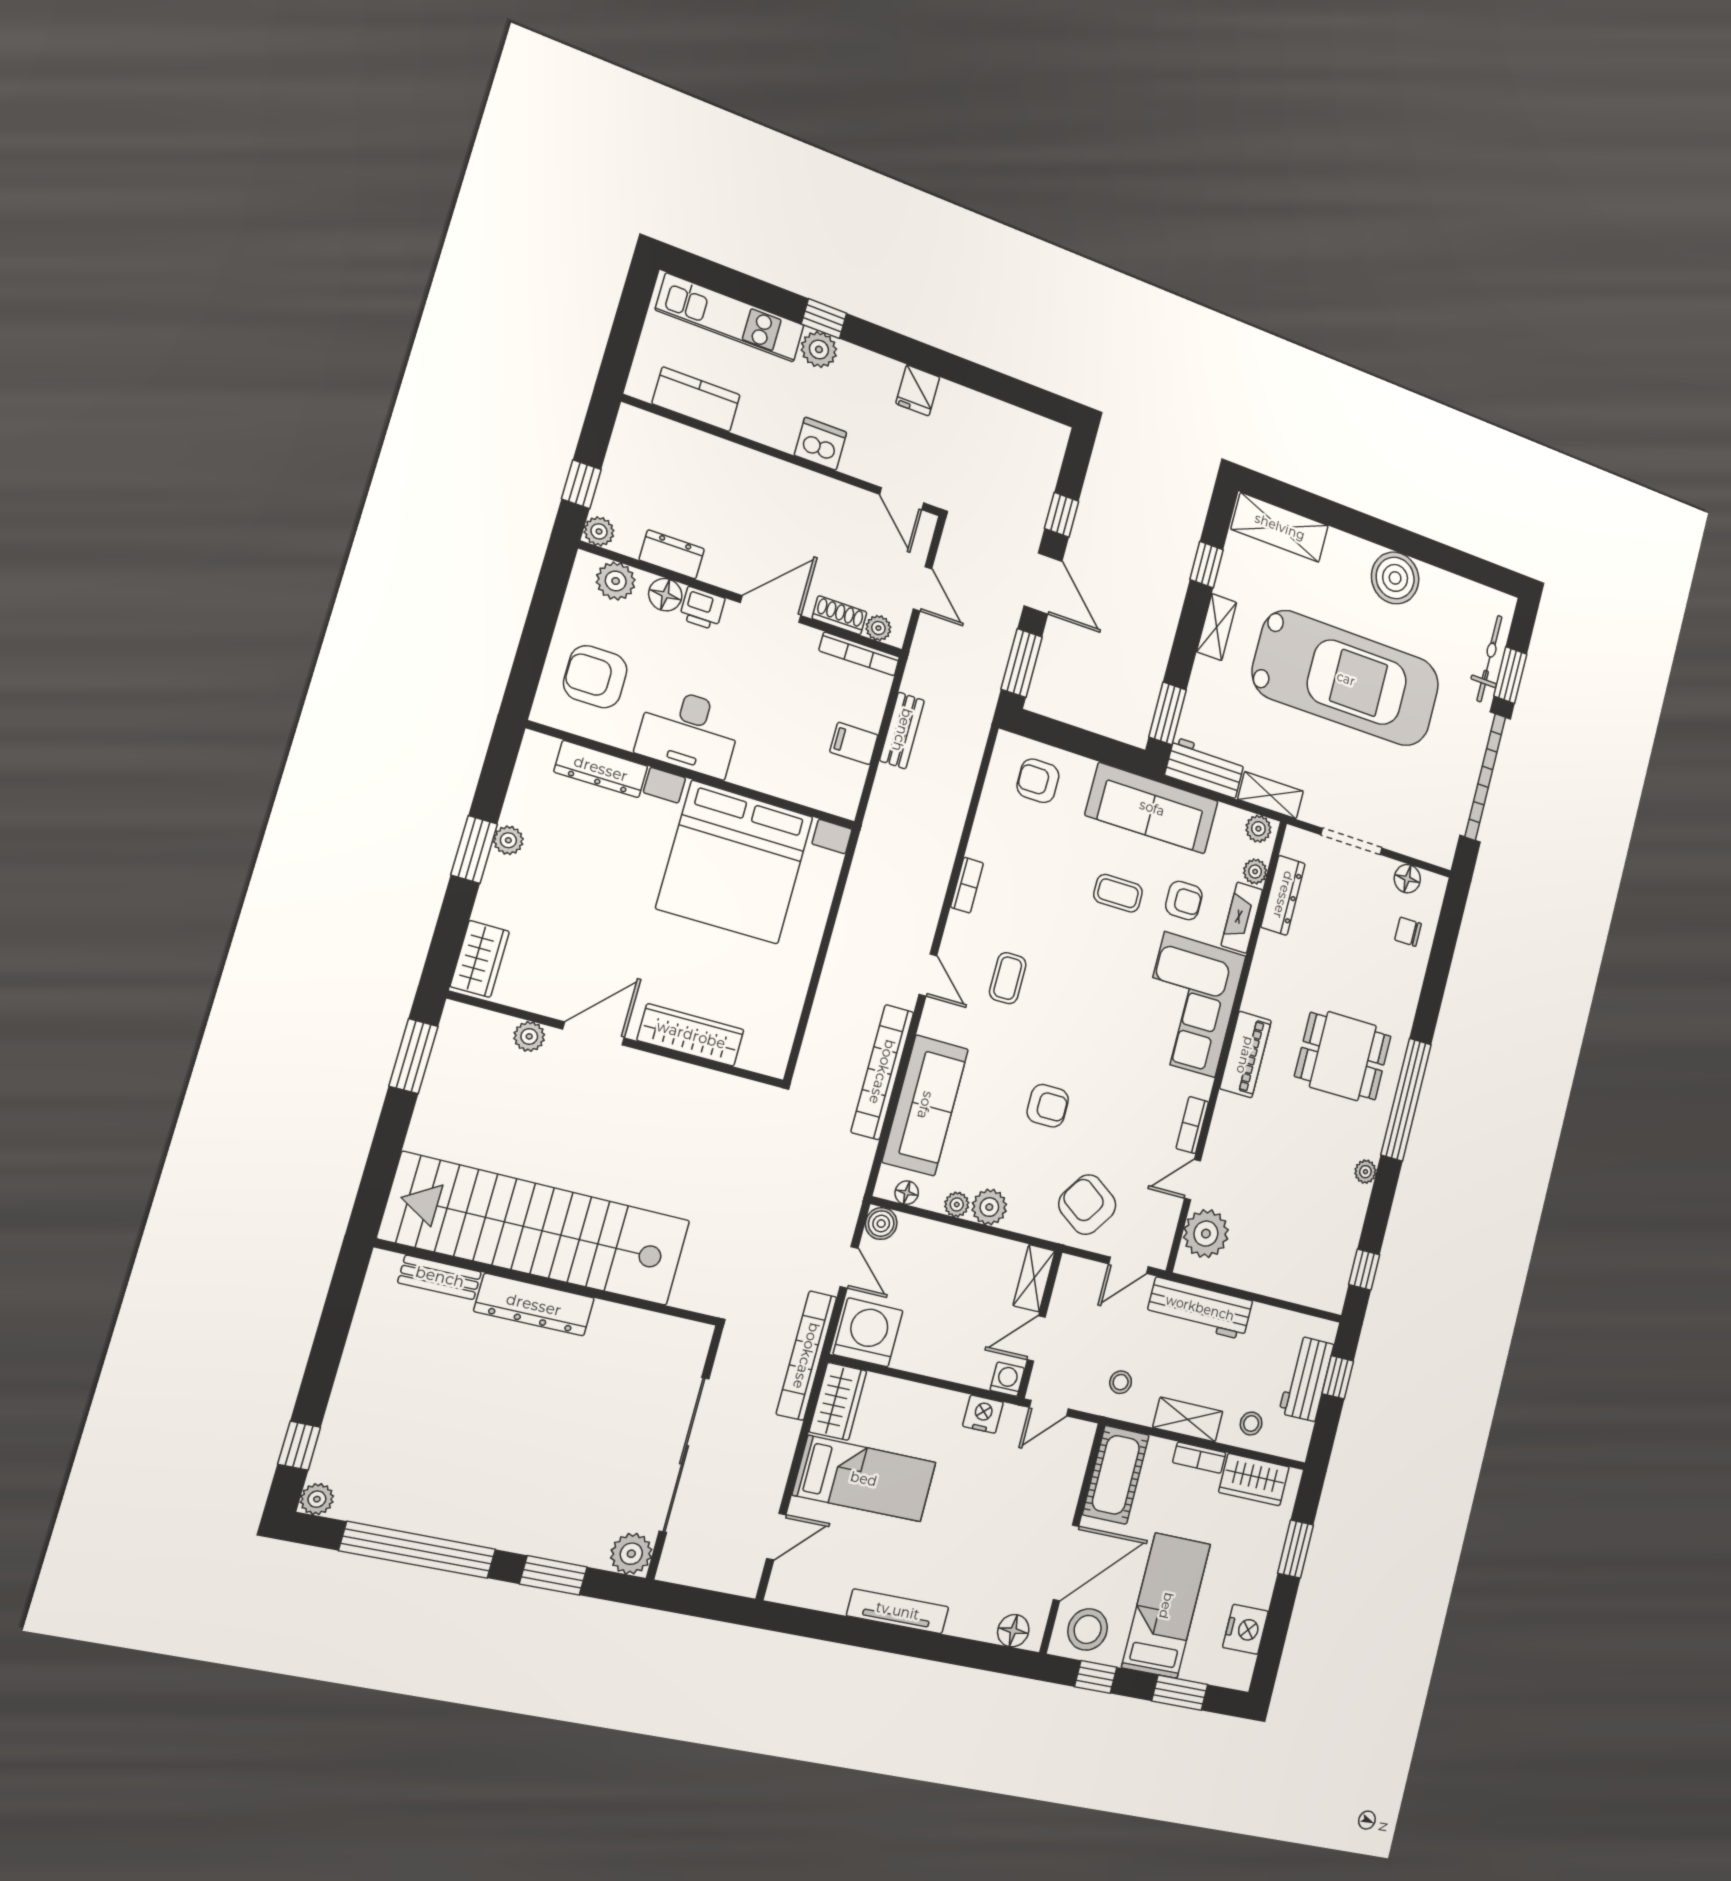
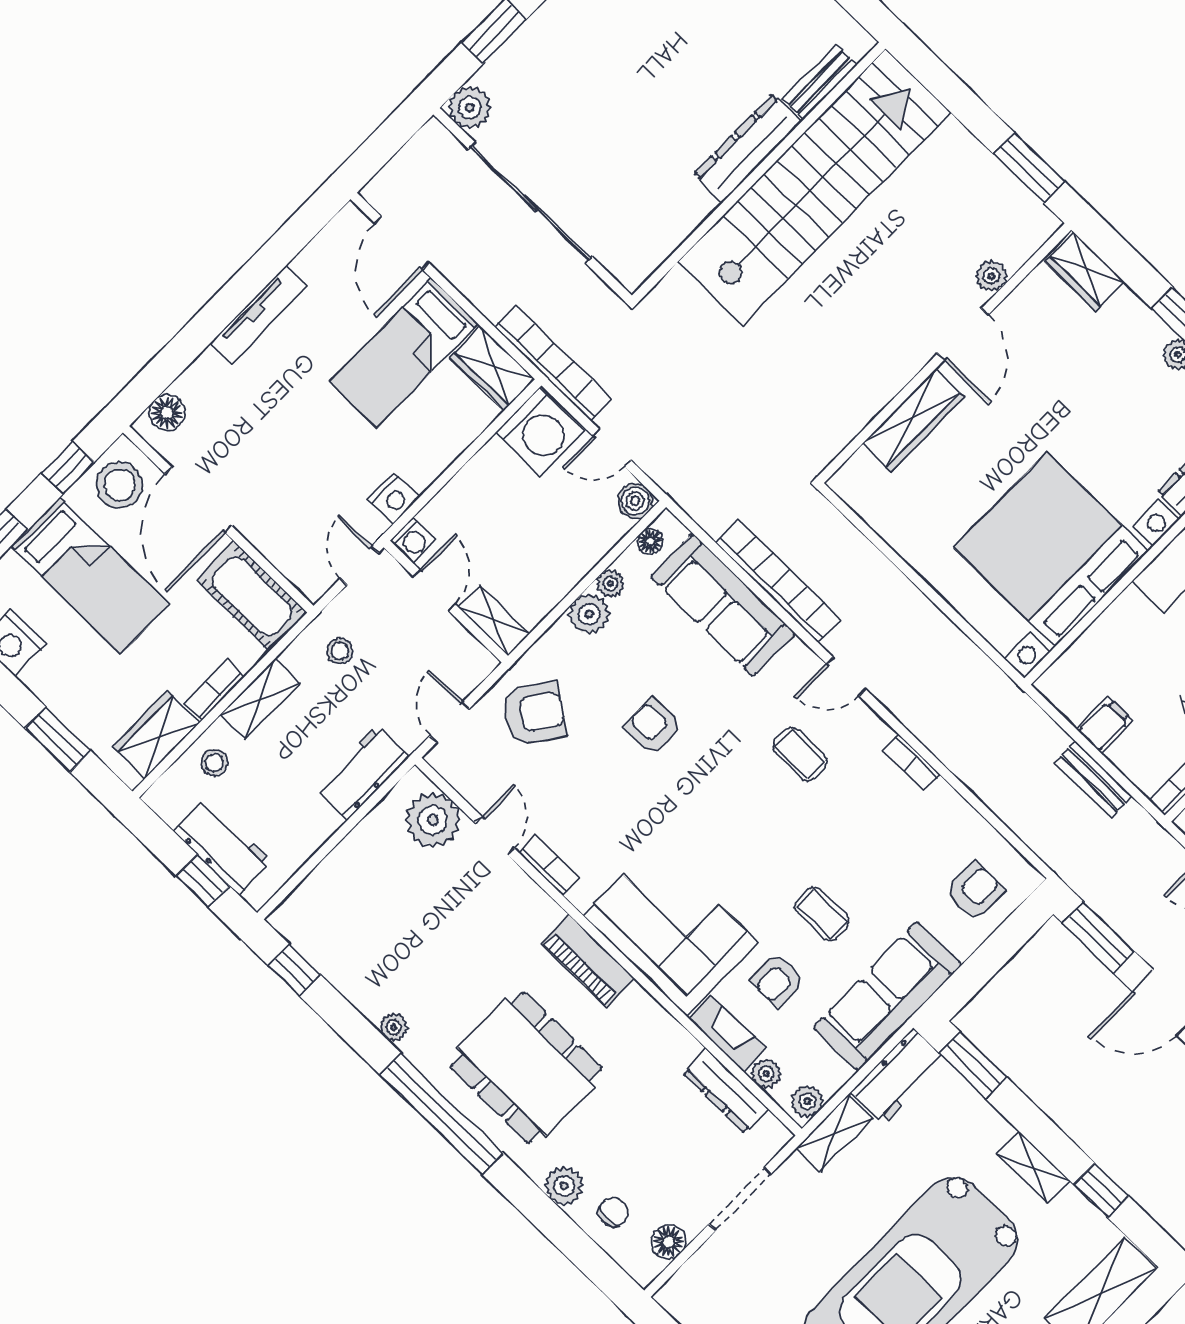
coffee table: (1118, 893) -> (822, 914), turned 90
plant: (1409, 979) -> (564, 1186), added
dining table: (1343, 1056) -> (526, 1067), width x1.38
armchair: (1048, 1106) -> (653, 726), turned 90
workbench: (1200, 1308) -> (362, 772), width x0.73
door: (776, 1537) -> (402, 243), width x1.37

